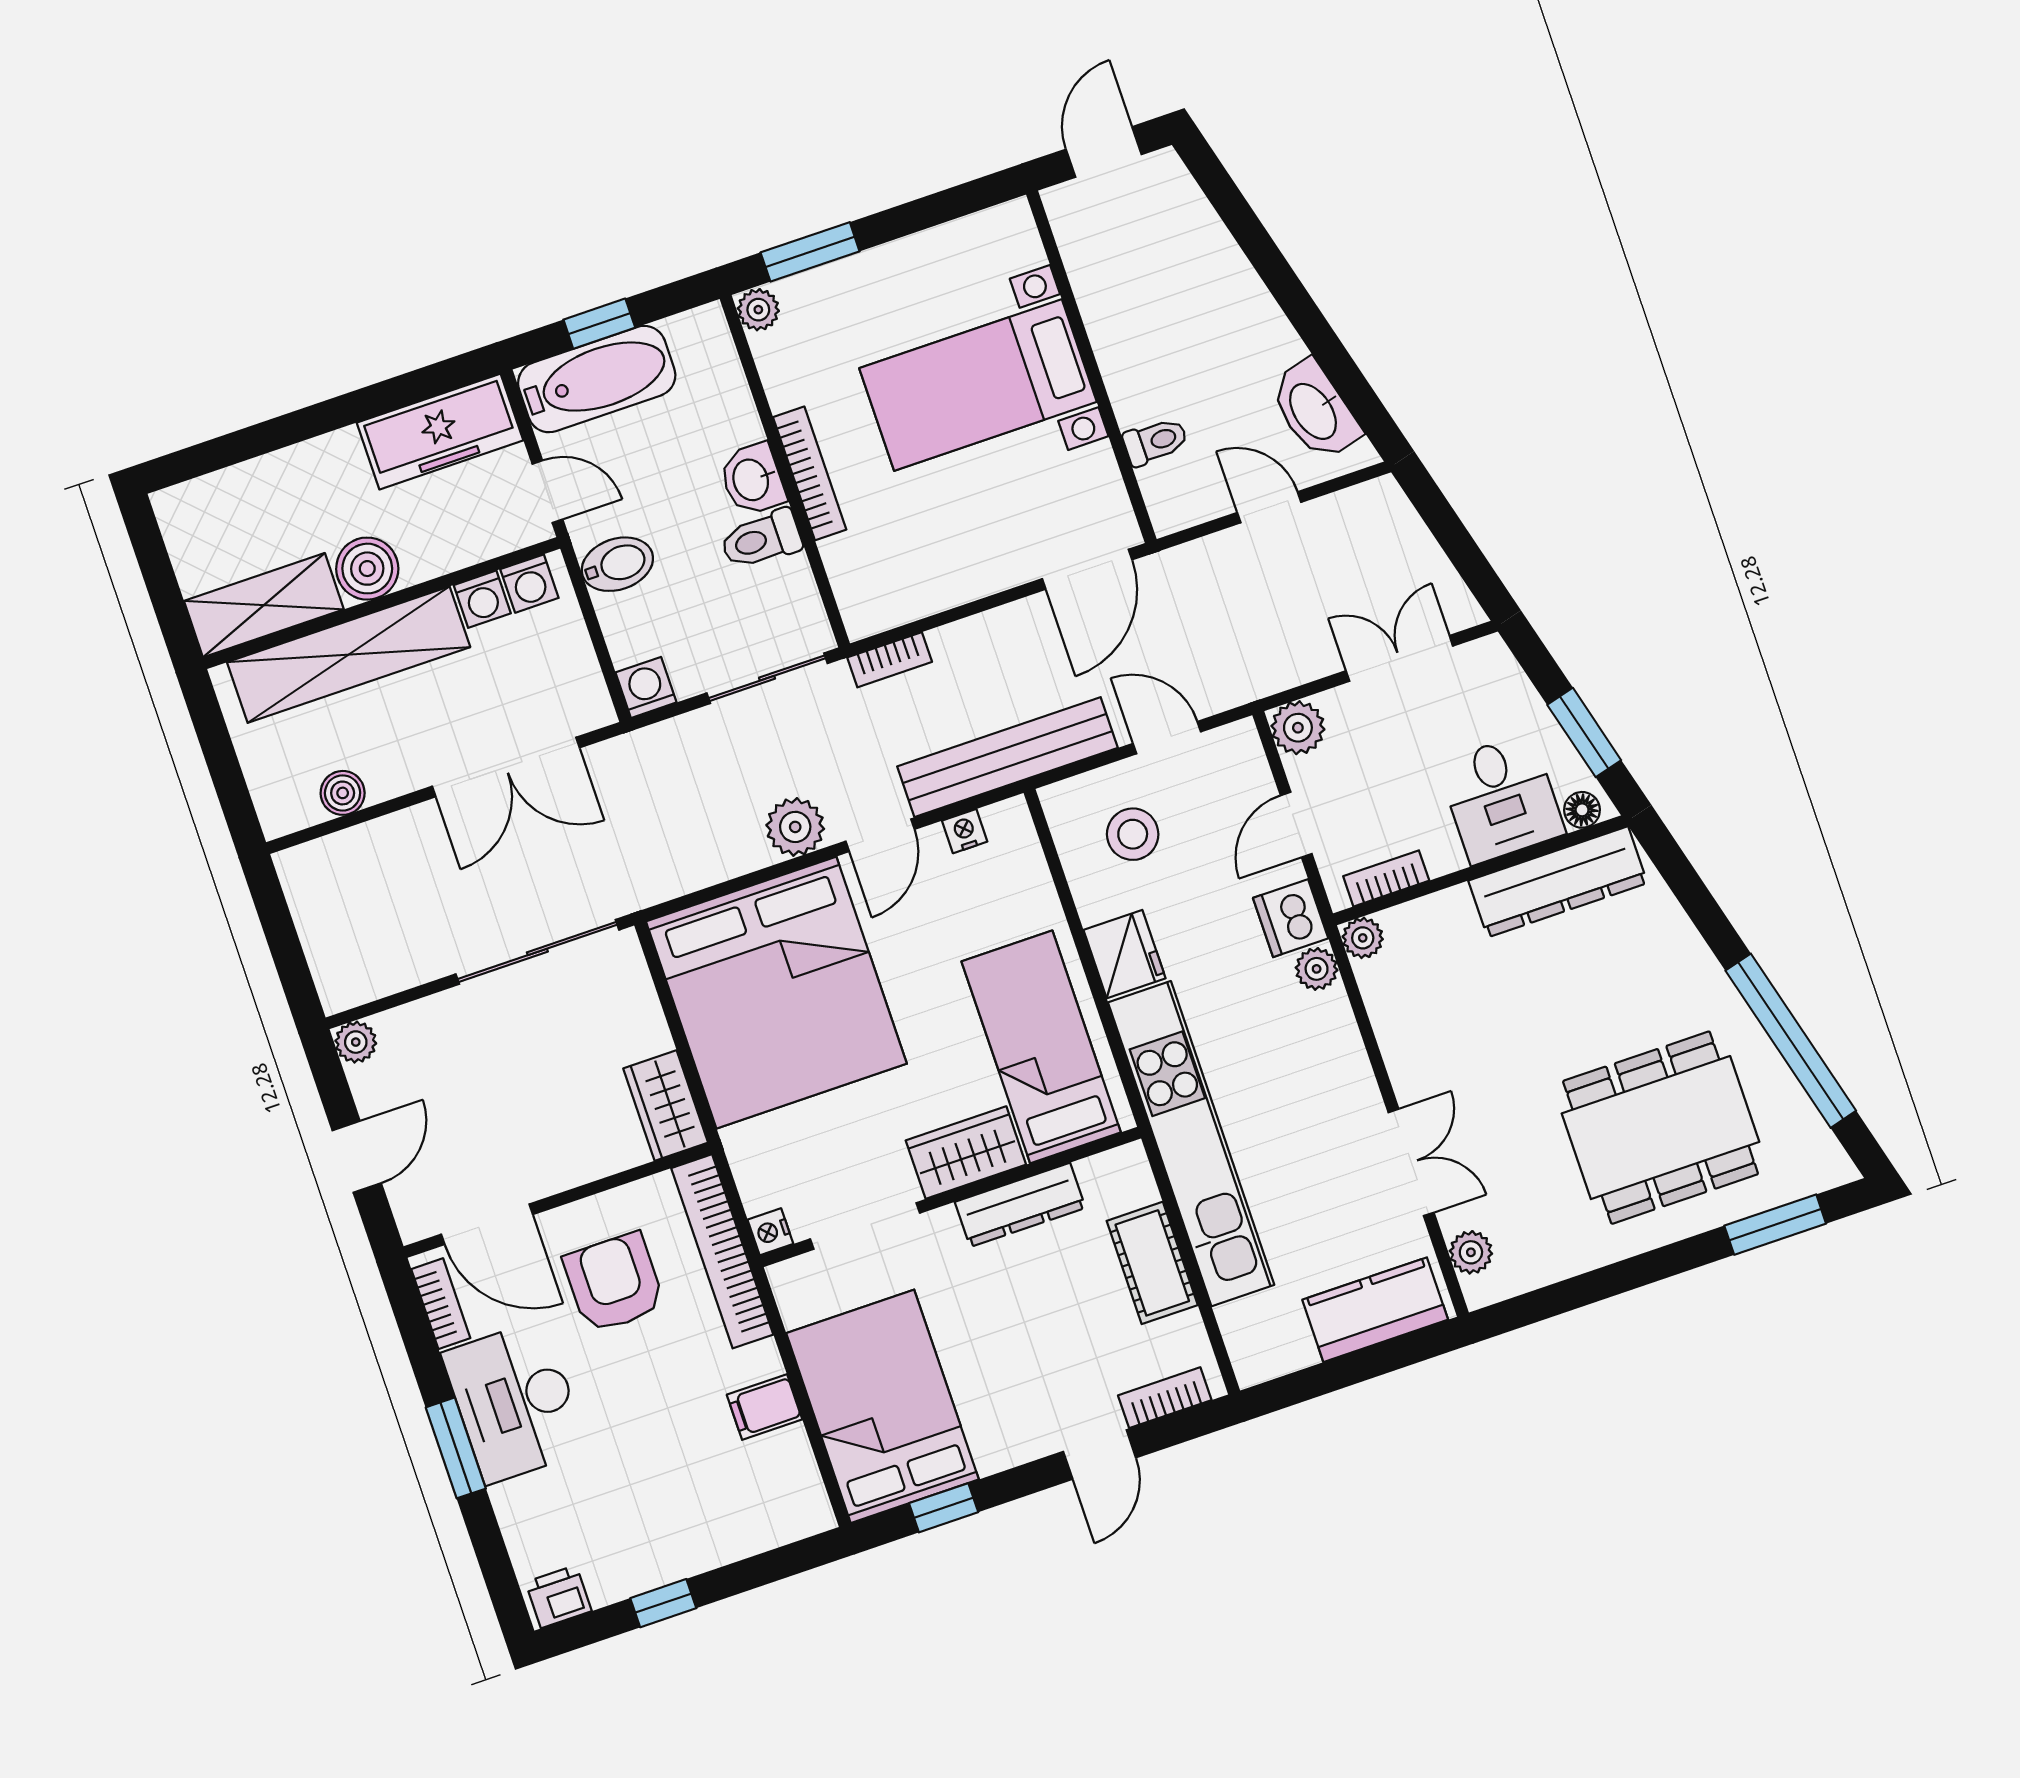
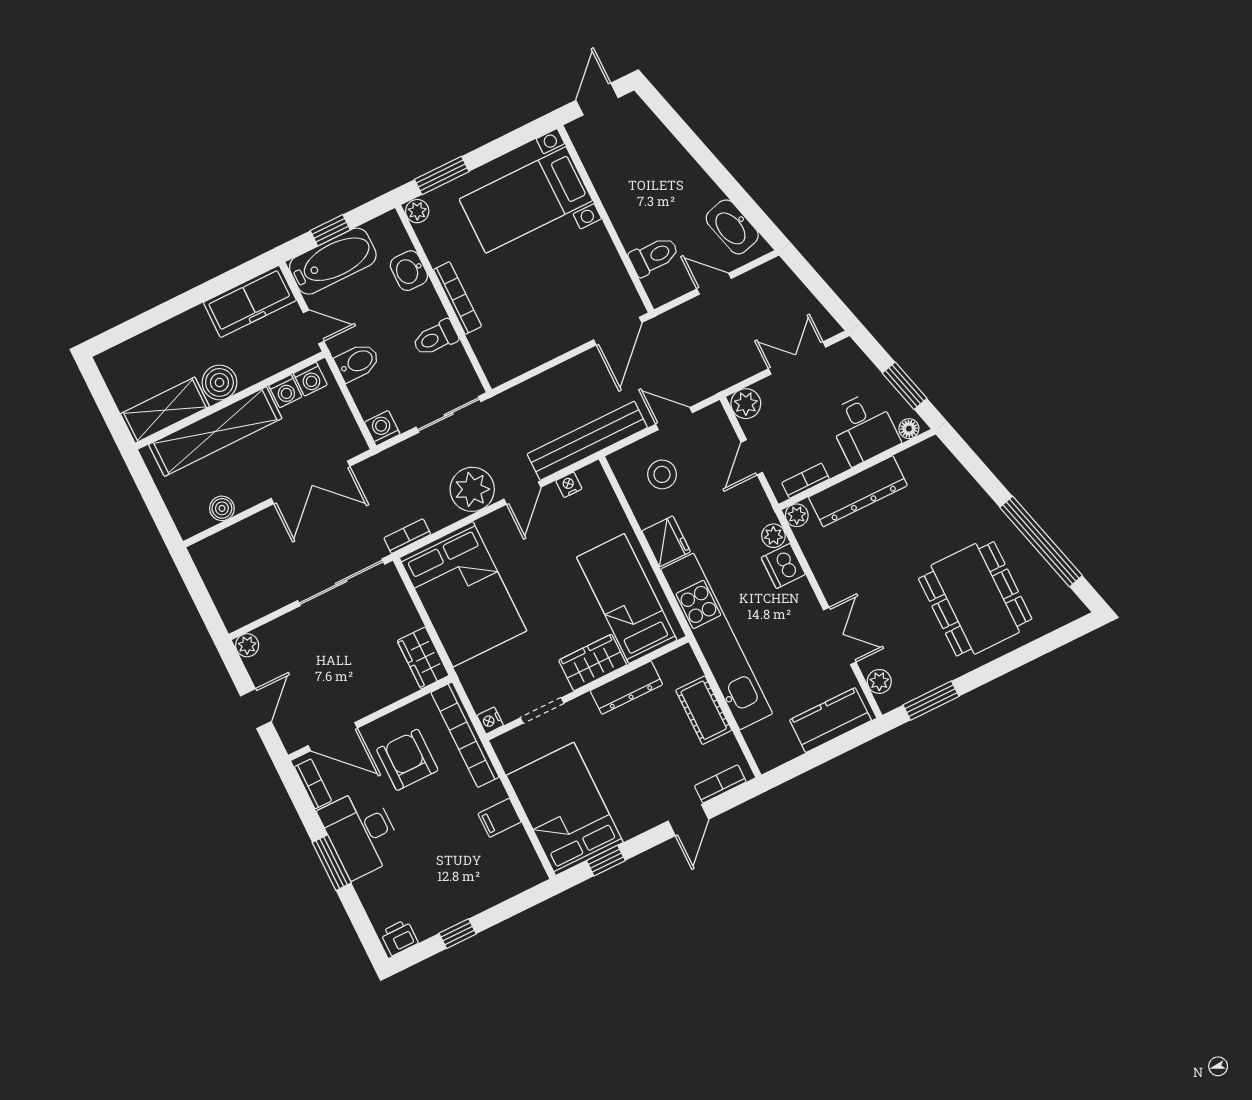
bed with nightstands: (978, 385) -> (526, 200), moved
toilet: (1155, 441) -> (654, 256), width x1.37, depth x1.39
washbasin: (752, 479) -> (409, 271), moved
bookcase: (890, 660) -> (407, 536), moved, turned 180
plant: (795, 827) -> (472, 489), width x1.36, depth x1.36
dresser: (1558, 882) -> (858, 491), moved
dishwasher: (1291, 918) -> (783, 566), moved
bed: (776, 993) -> (463, 594), width x0.73
dining table: (1661, 1128) -> (975, 599), turned 90
window: (1775, 1225) -> (931, 701), moved
doorway: (865, 1226) -> (542, 710), width x0.73

